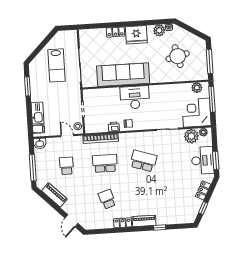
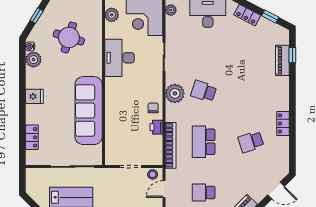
window: (193, 31) -> (37, 16), added
locker: (115, 32) -> (32, 137), moved
fridge: (136, 35) -> (34, 96), width x0.53, depth x0.75
round table: (178, 56) -> (69, 37), turned 30
desk: (135, 97) -> (119, 58), moved
plant: (191, 136) -> (175, 93), moved
school desk: (143, 161) -> (204, 91), width x0.54
piano: (144, 221) -> (282, 60), moved
window: (160, 228) -> (292, 55), moved

